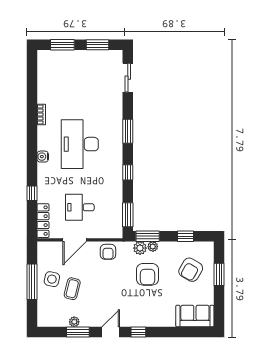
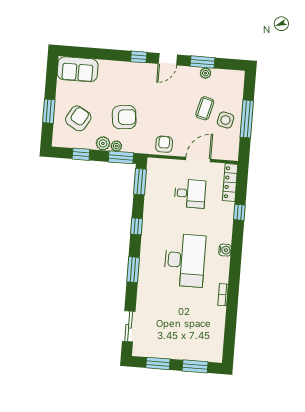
plant: (140, 248) -> (103, 143), moved
armchair: (147, 274) -> (124, 117), turned 84

